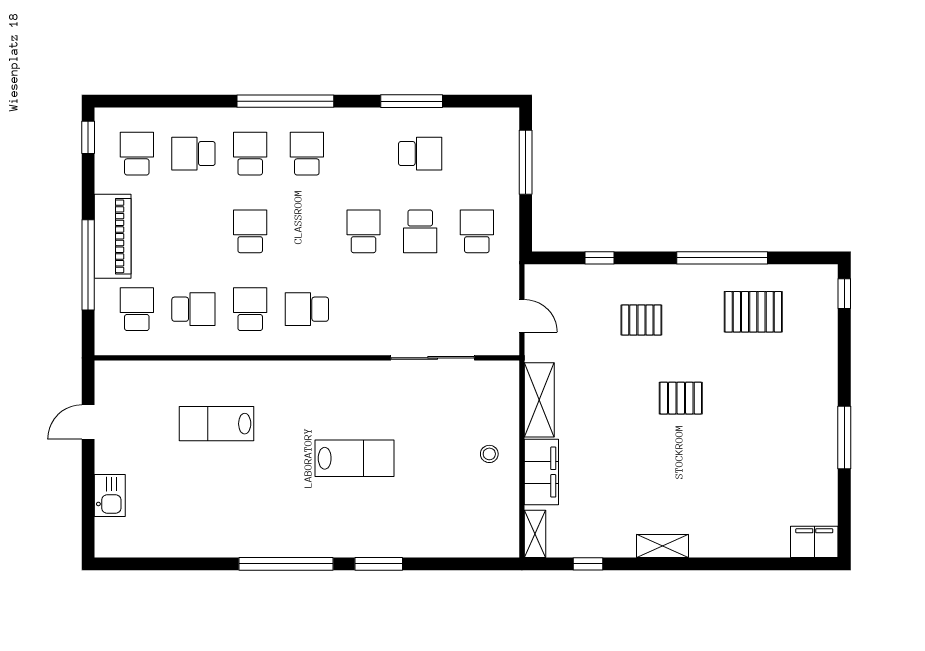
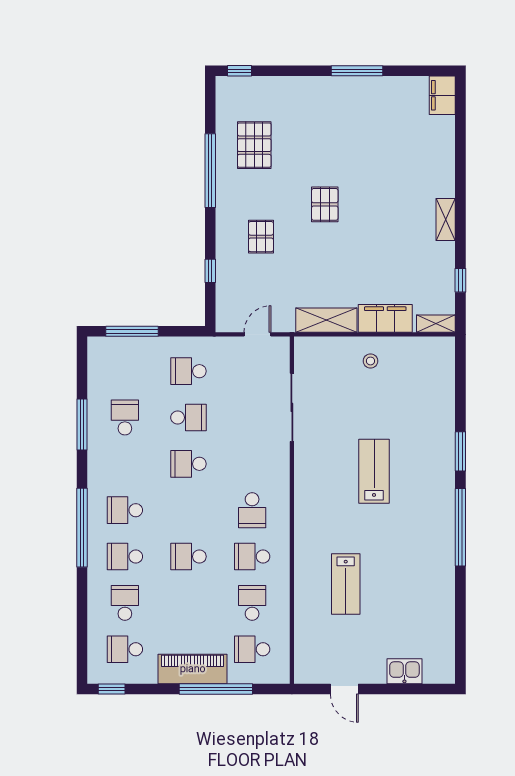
school desk: (193, 154) -> (125, 603), turned 180

